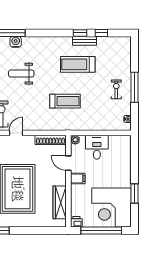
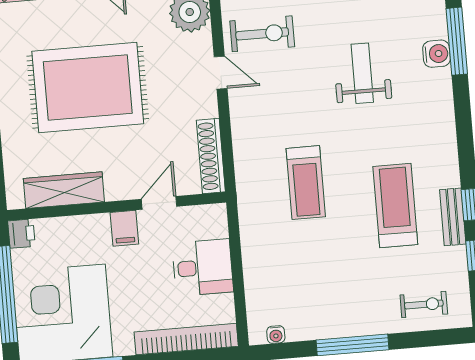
exercise bike: (116, 89) -> (424, 304), moved
plant: (75, 140) -> (216, 215), removed
bookcase: (126, 157) -> (186, 339), added

